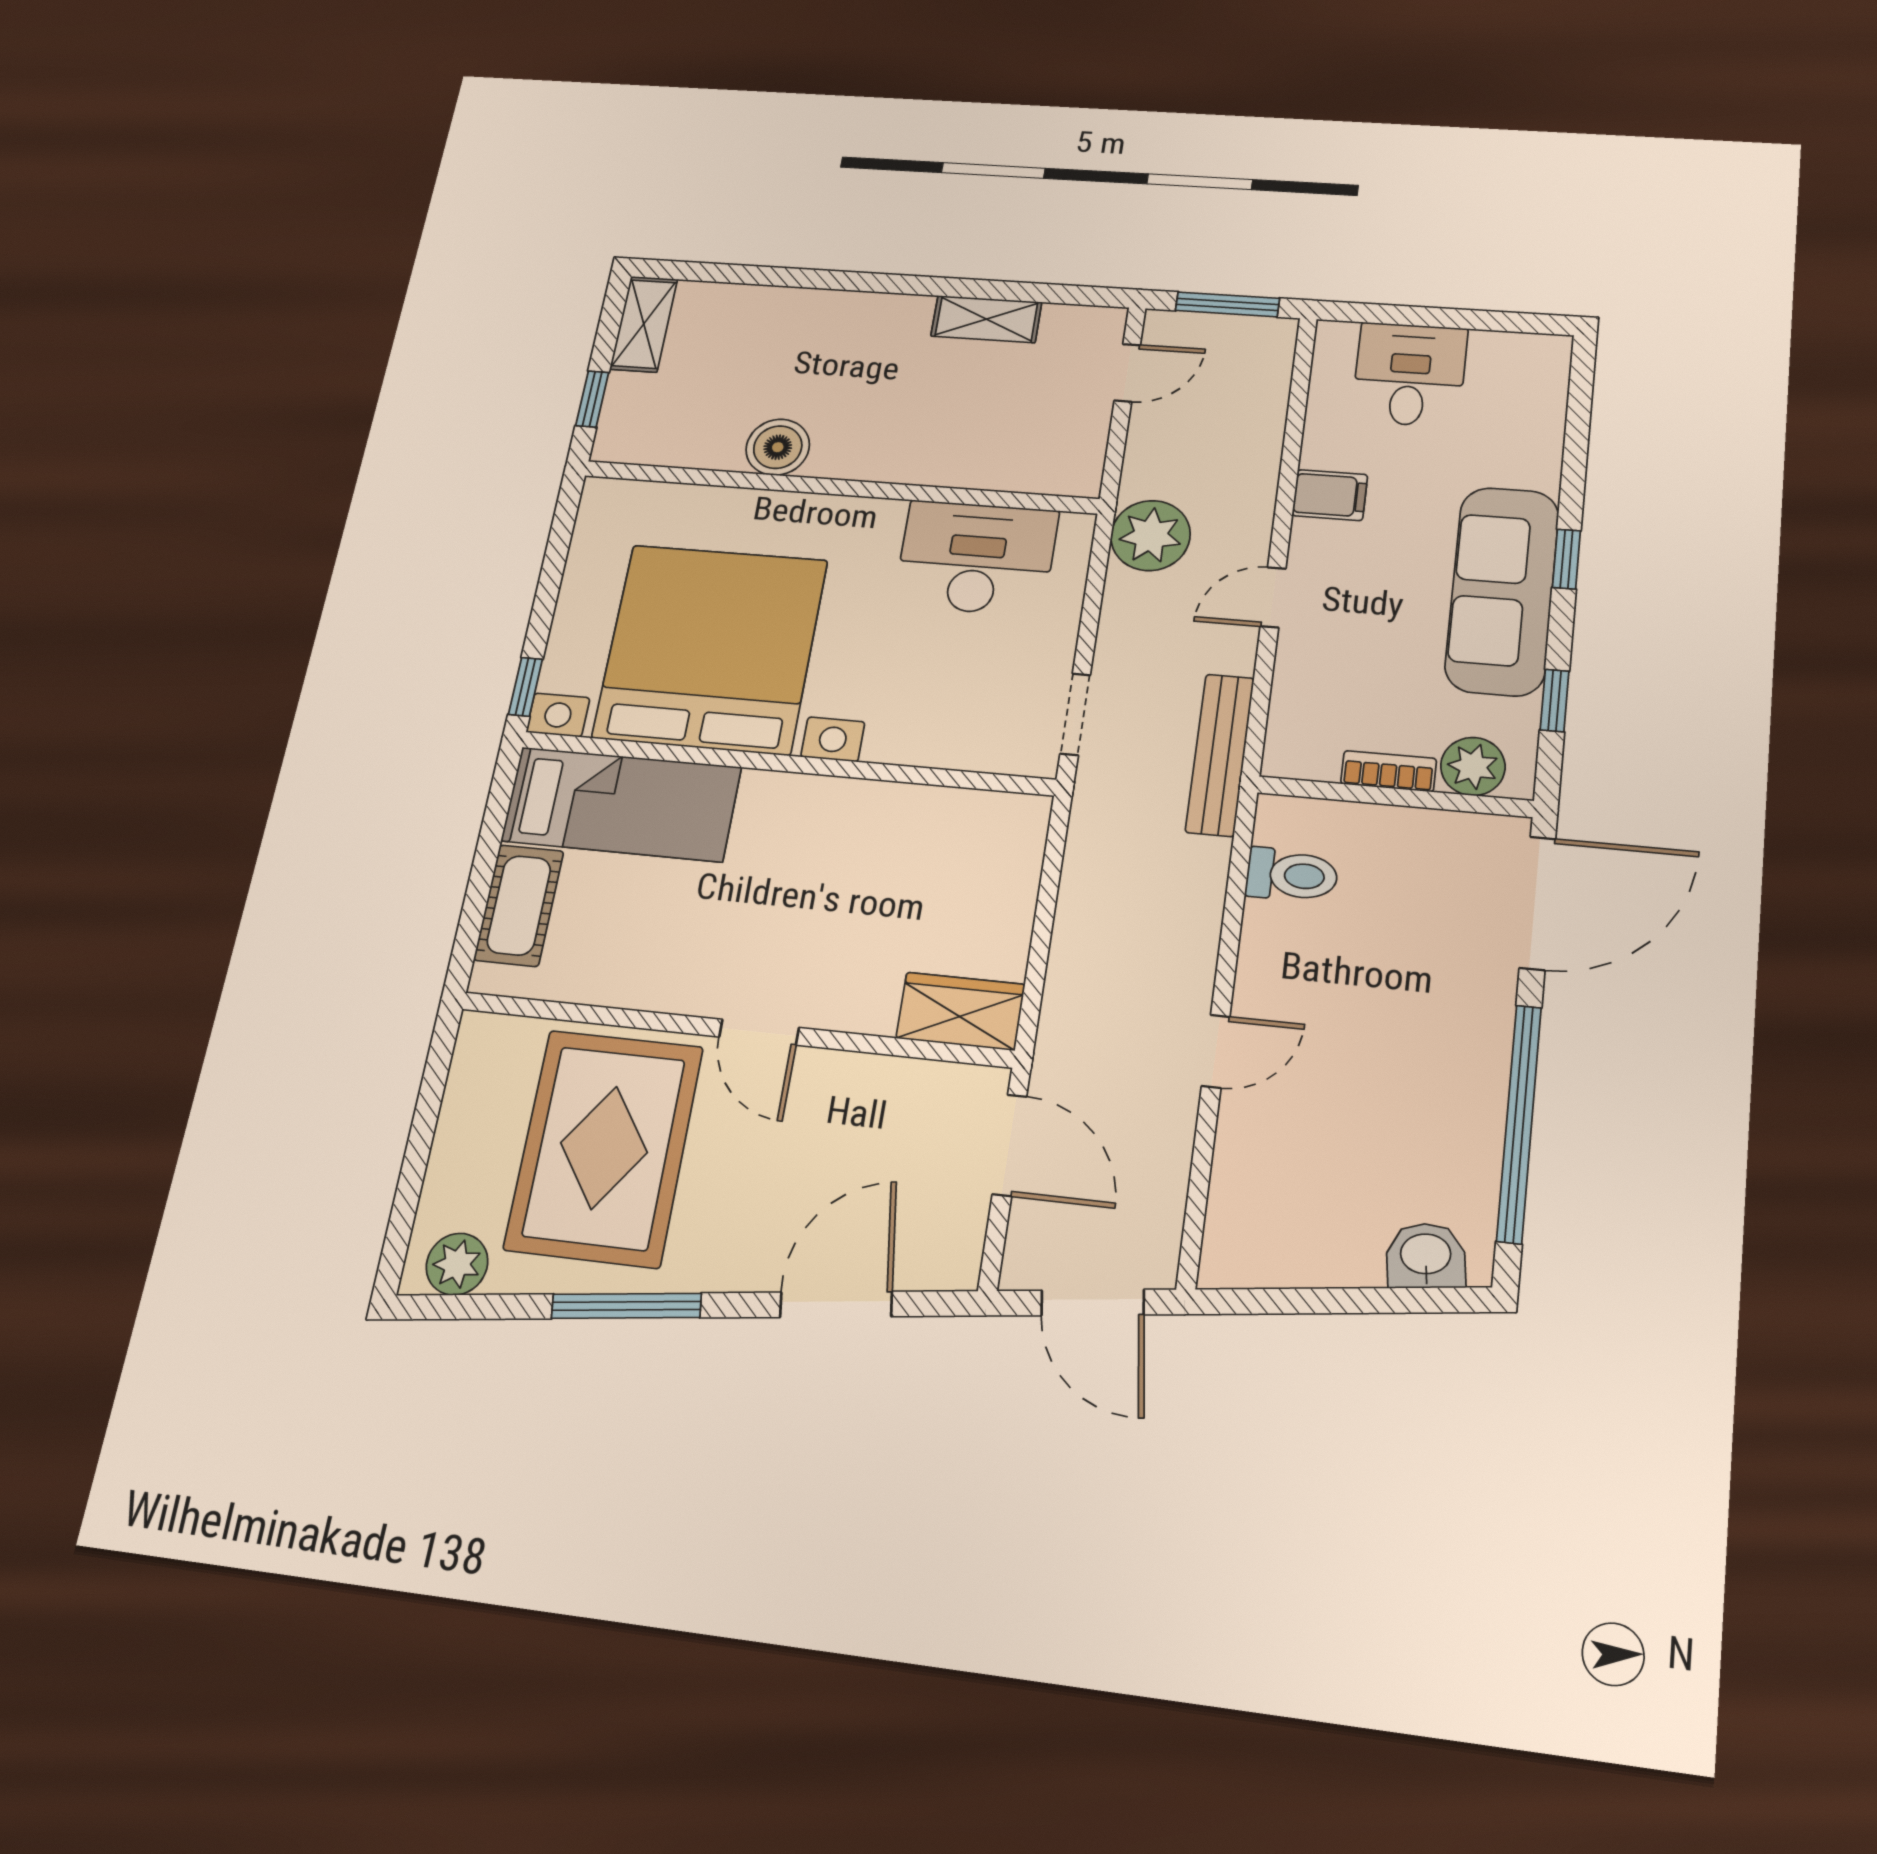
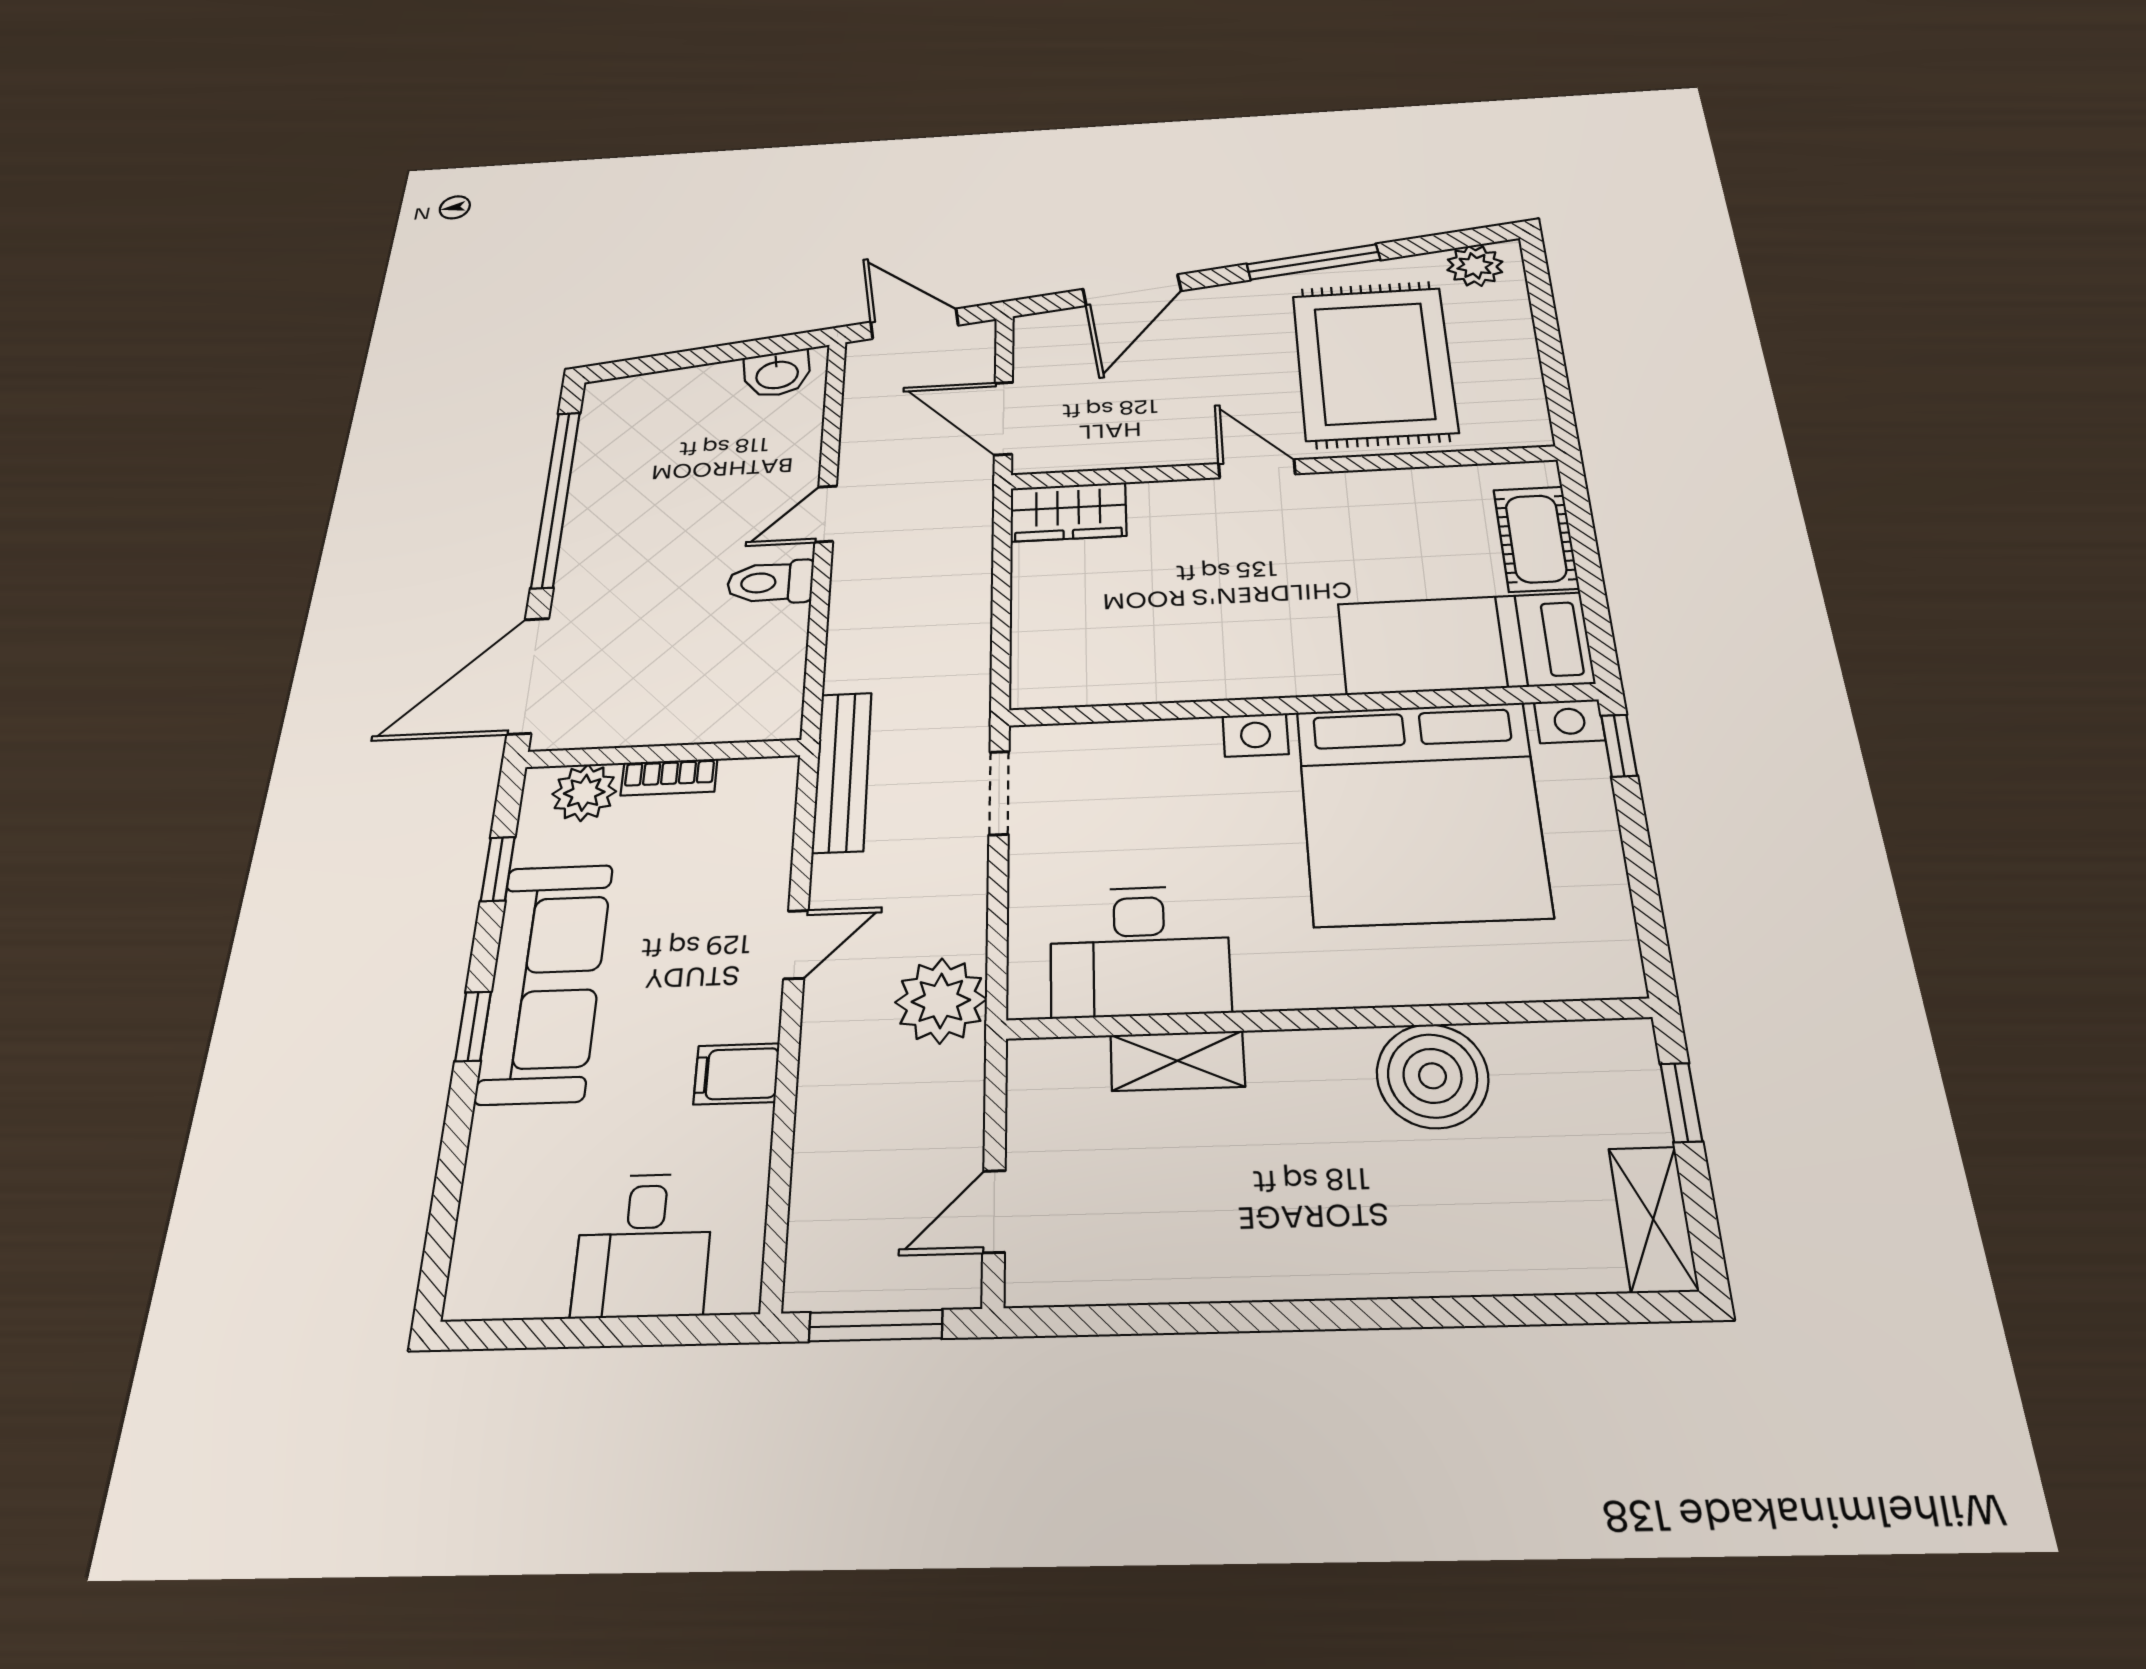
shelving: (986, 319) -> (1177, 1061), moved
boiler: (778, 447) -> (1432, 1076), width x1.37, depth x1.37
toilet: (1292, 875) -> (770, 582), moved
washbasin: (1426, 1256) -> (777, 374), moved

